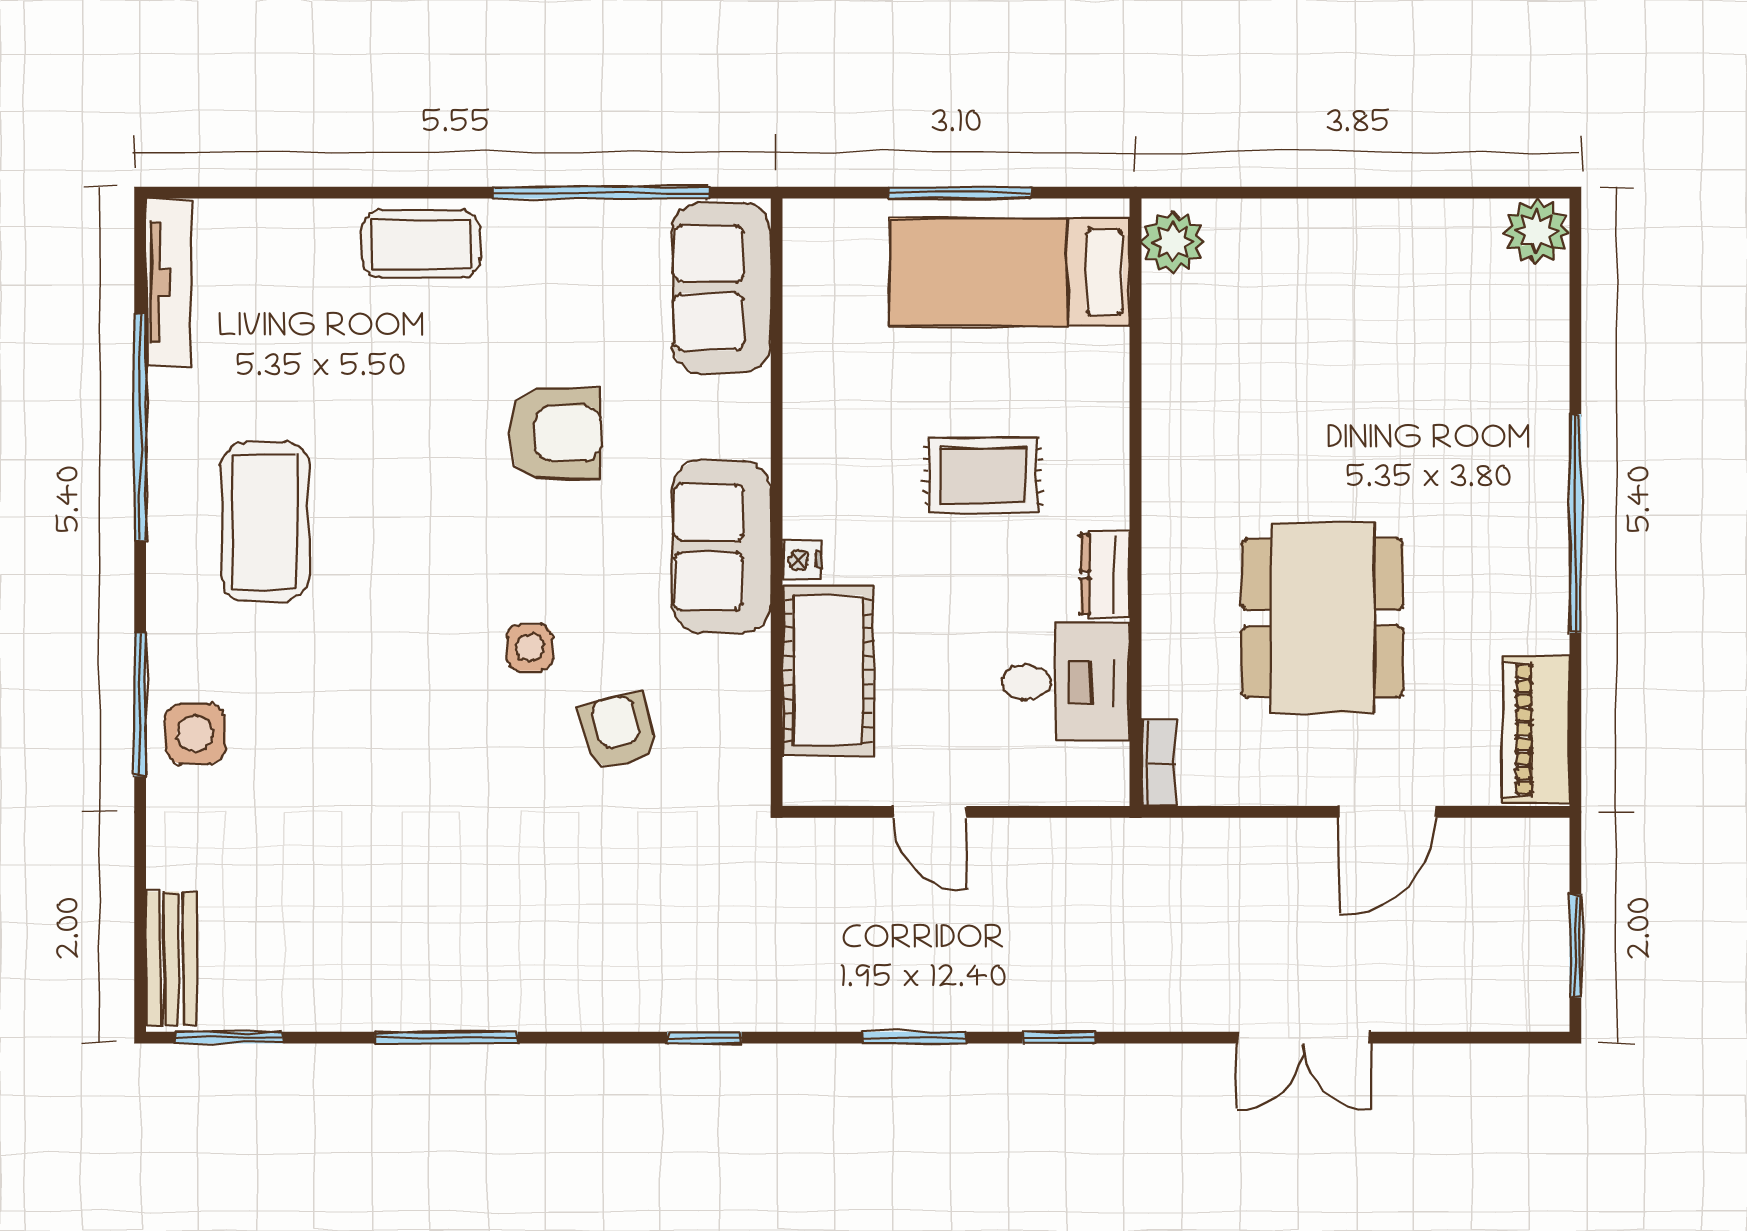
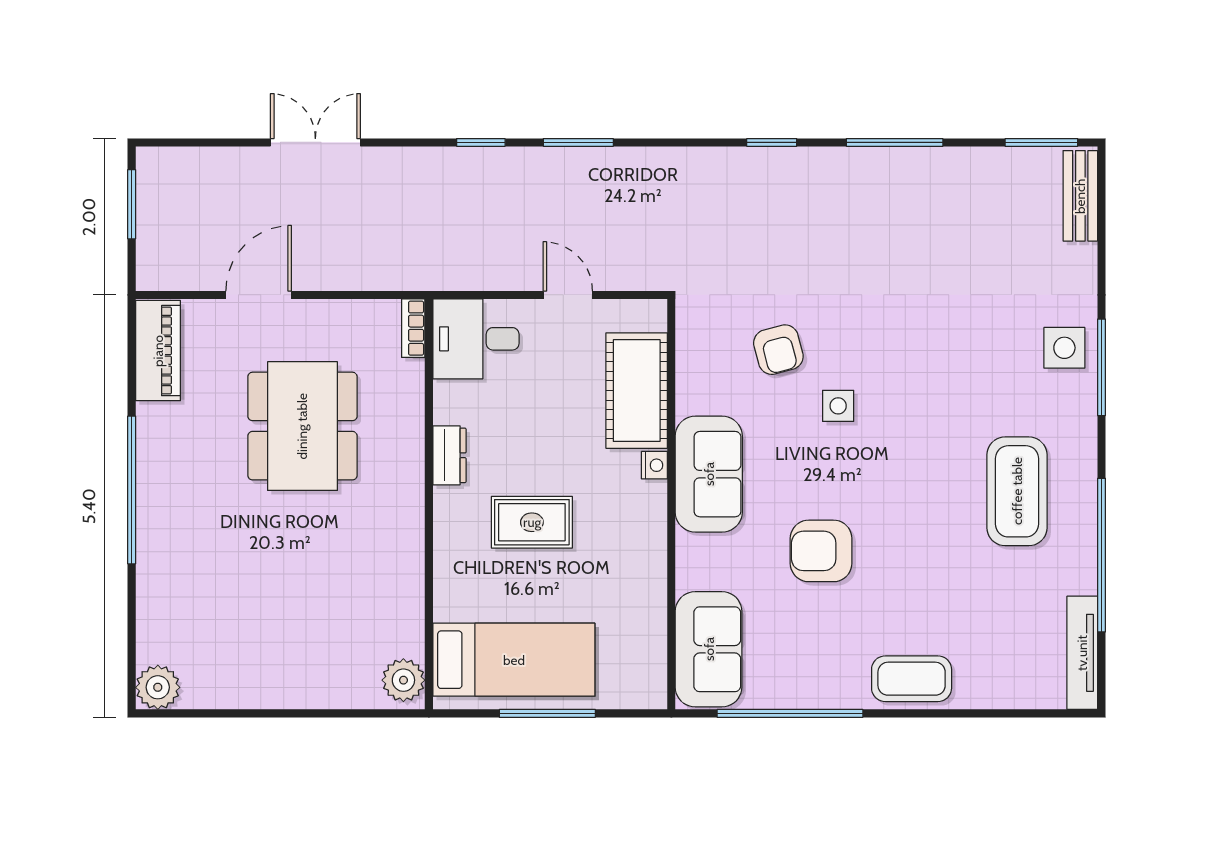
desk: (1066, 682) -> (476, 339), moved
window: (704, 1038) -> (772, 142), moved

